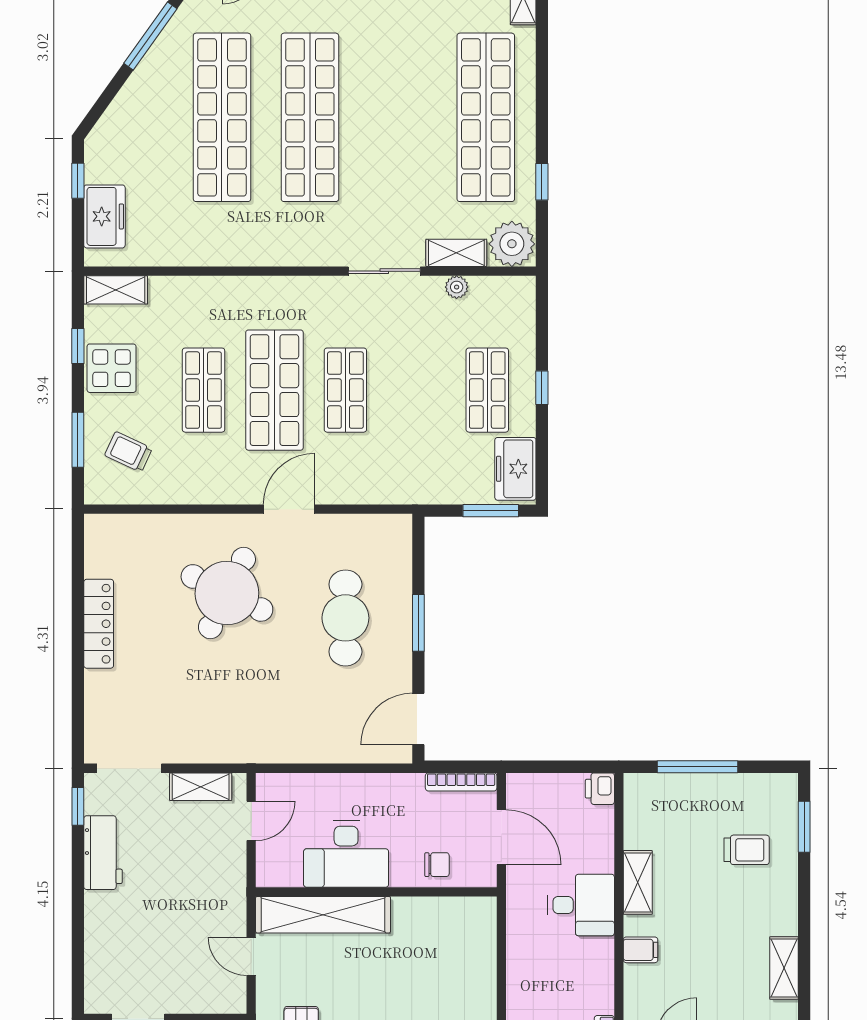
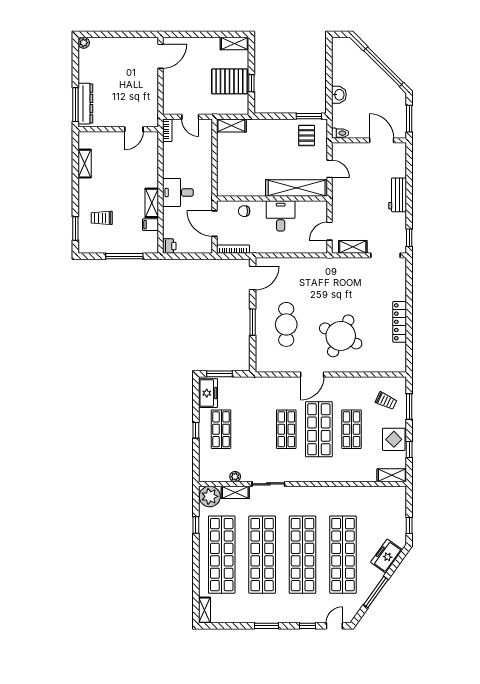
shop shelf: (398, 117) -> (262, 555), added
freezer: (104, 216) -> (387, 556), moved, turned 36
workbench: (103, 853) -> (398, 195), moved
desk: (346, 854) -> (281, 216), width x0.73
filing cabinet: (641, 950) -> (151, 225), moved

